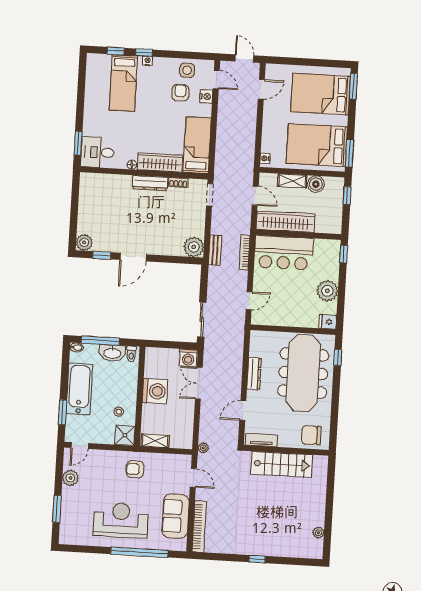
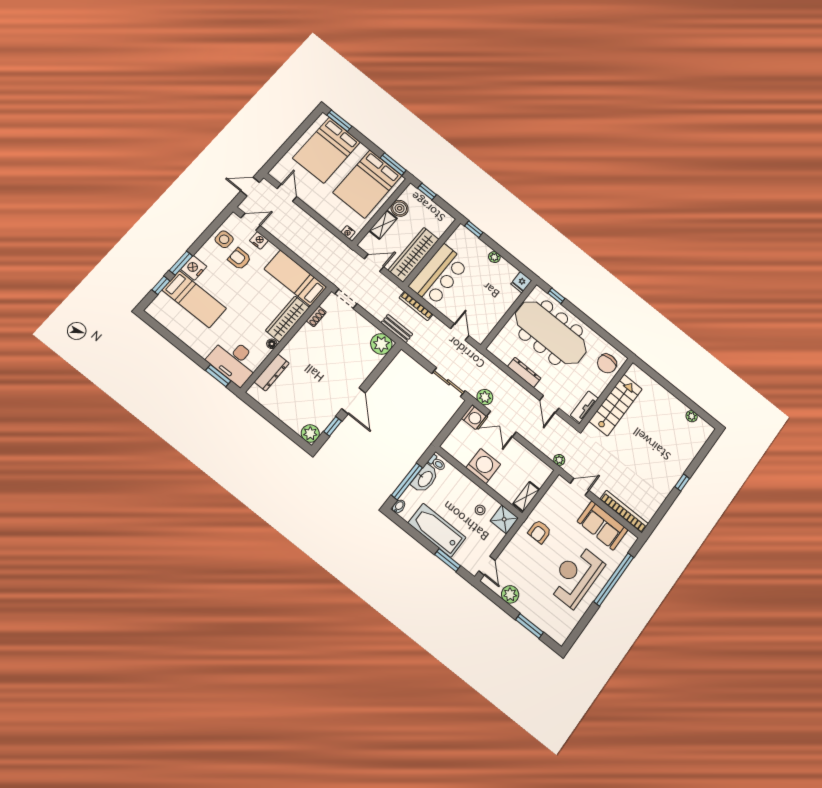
window: (144, 53) -> (181, 263), width x1.50
nightstand: (148, 61) -> (194, 268), width x1.89, depth x1.79
desk: (98, 152) -> (234, 361), width x1.37
dresser: (150, 183) -> (272, 373), moved
plant: (327, 291) -> (494, 257), width x0.53, depth x0.53
plant: (211, 356) -> (485, 397), added

